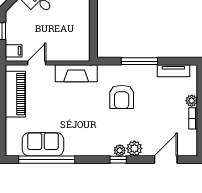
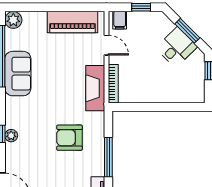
bookcase: (72, 57) -> (113, 84), added
sofa: (43, 144) -> (18, 74), moved
plant: (134, 148) -> (13, 20), moved

